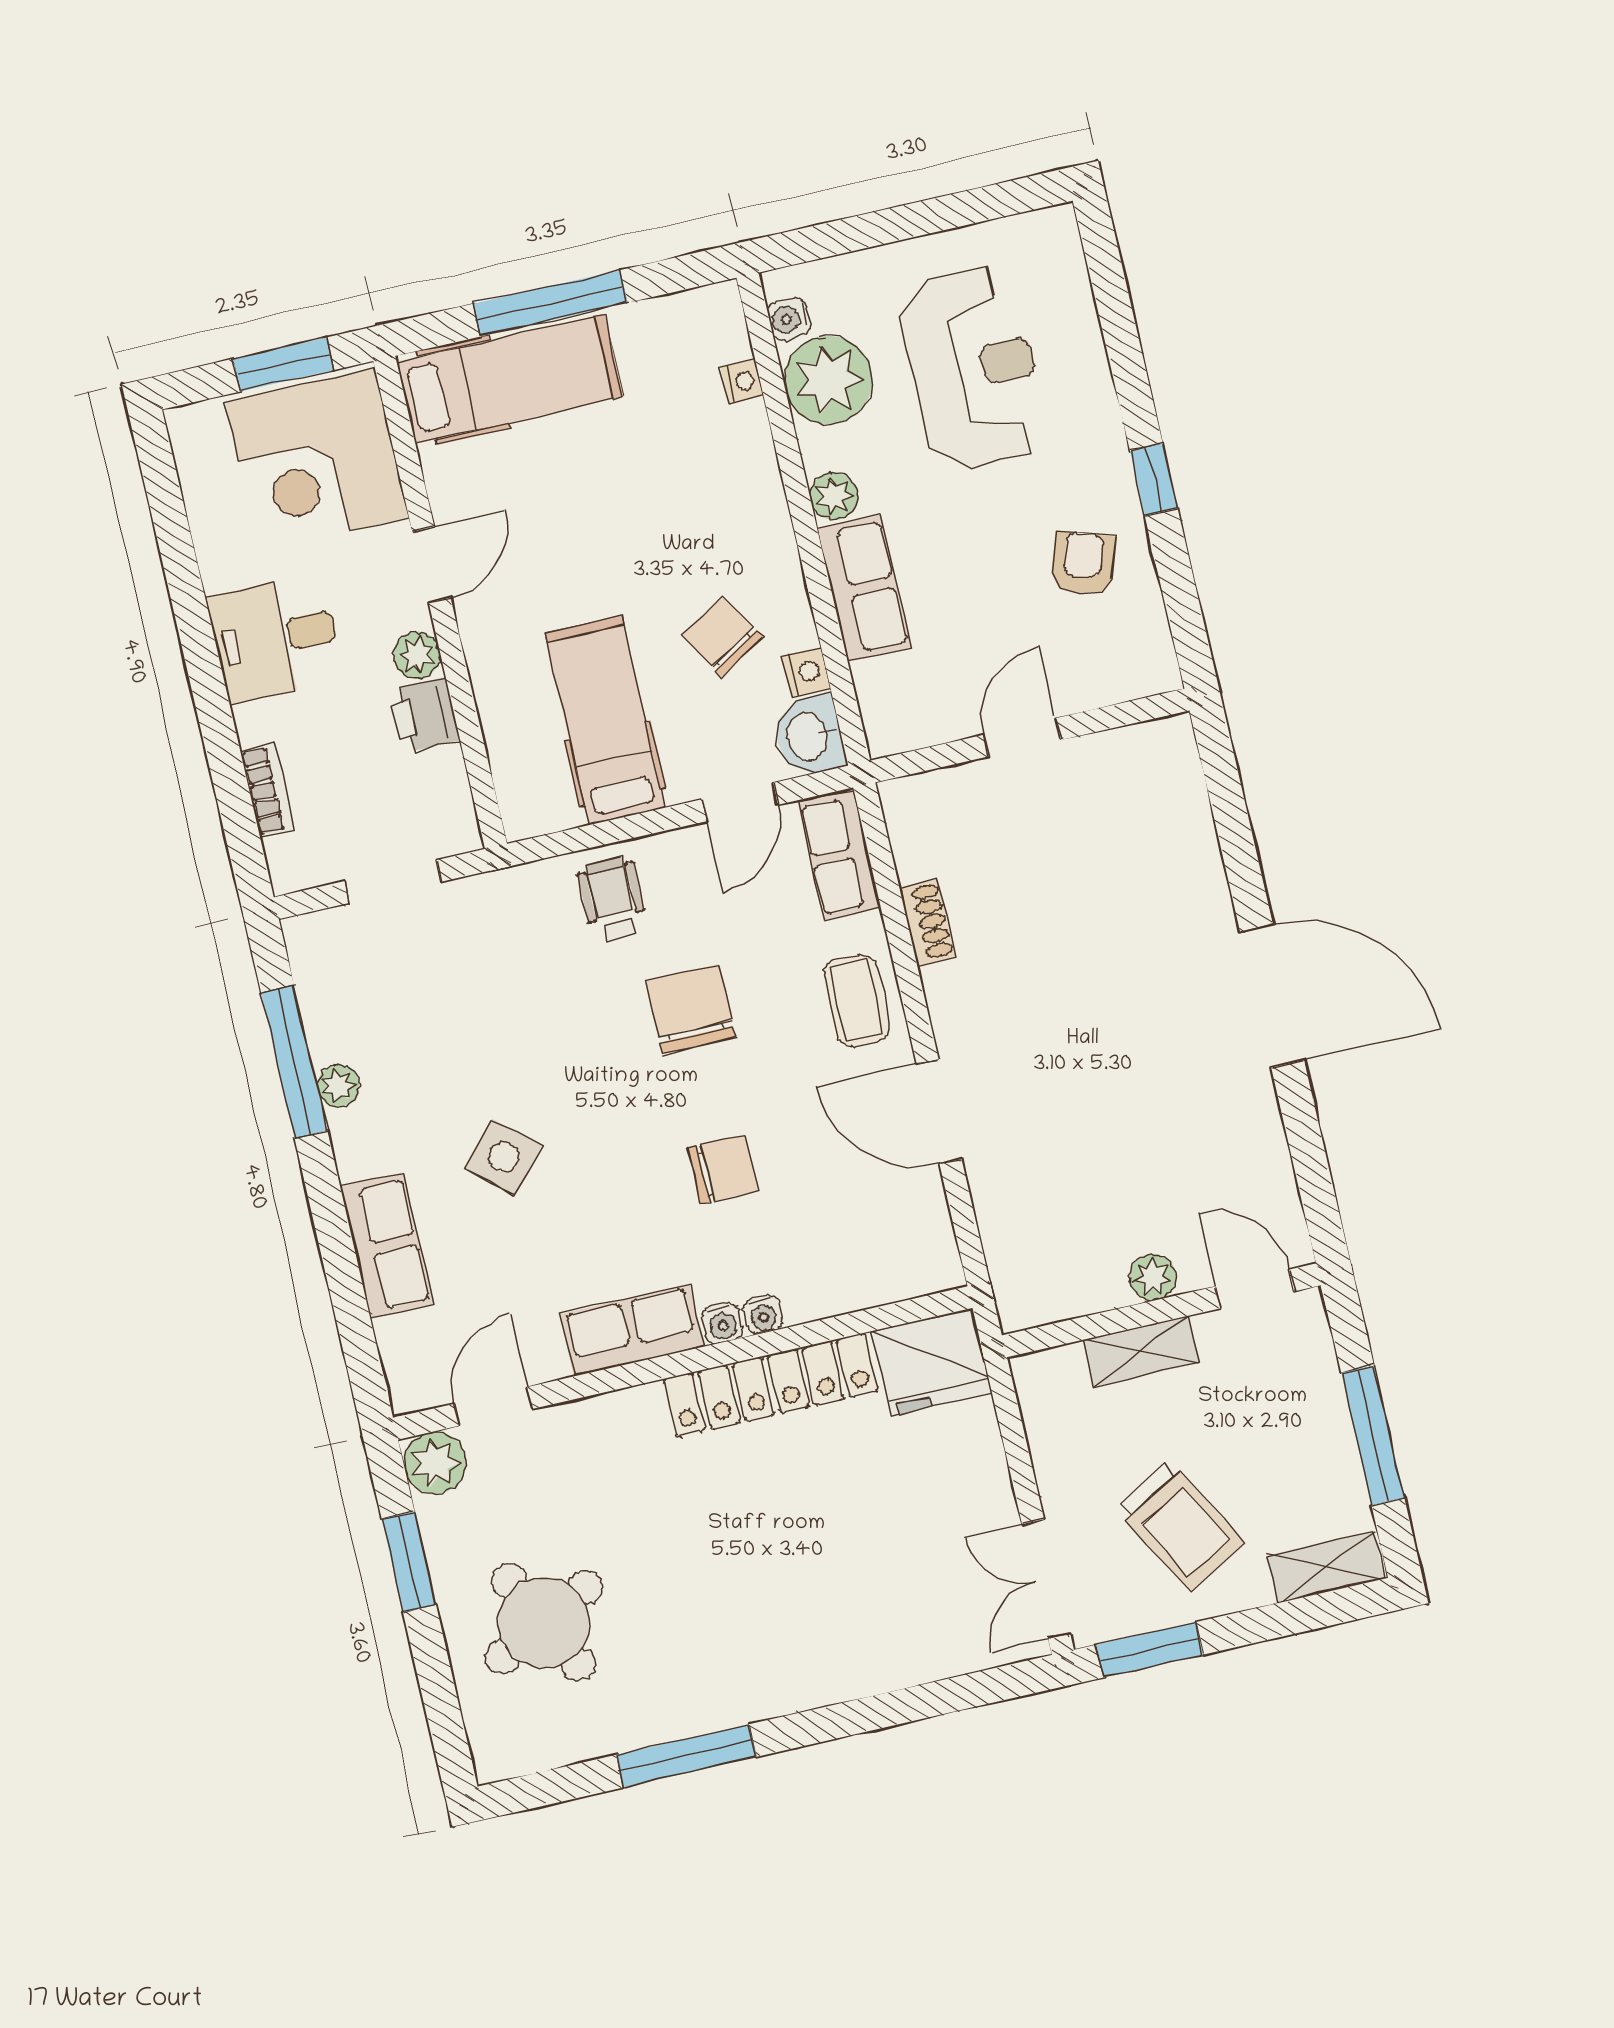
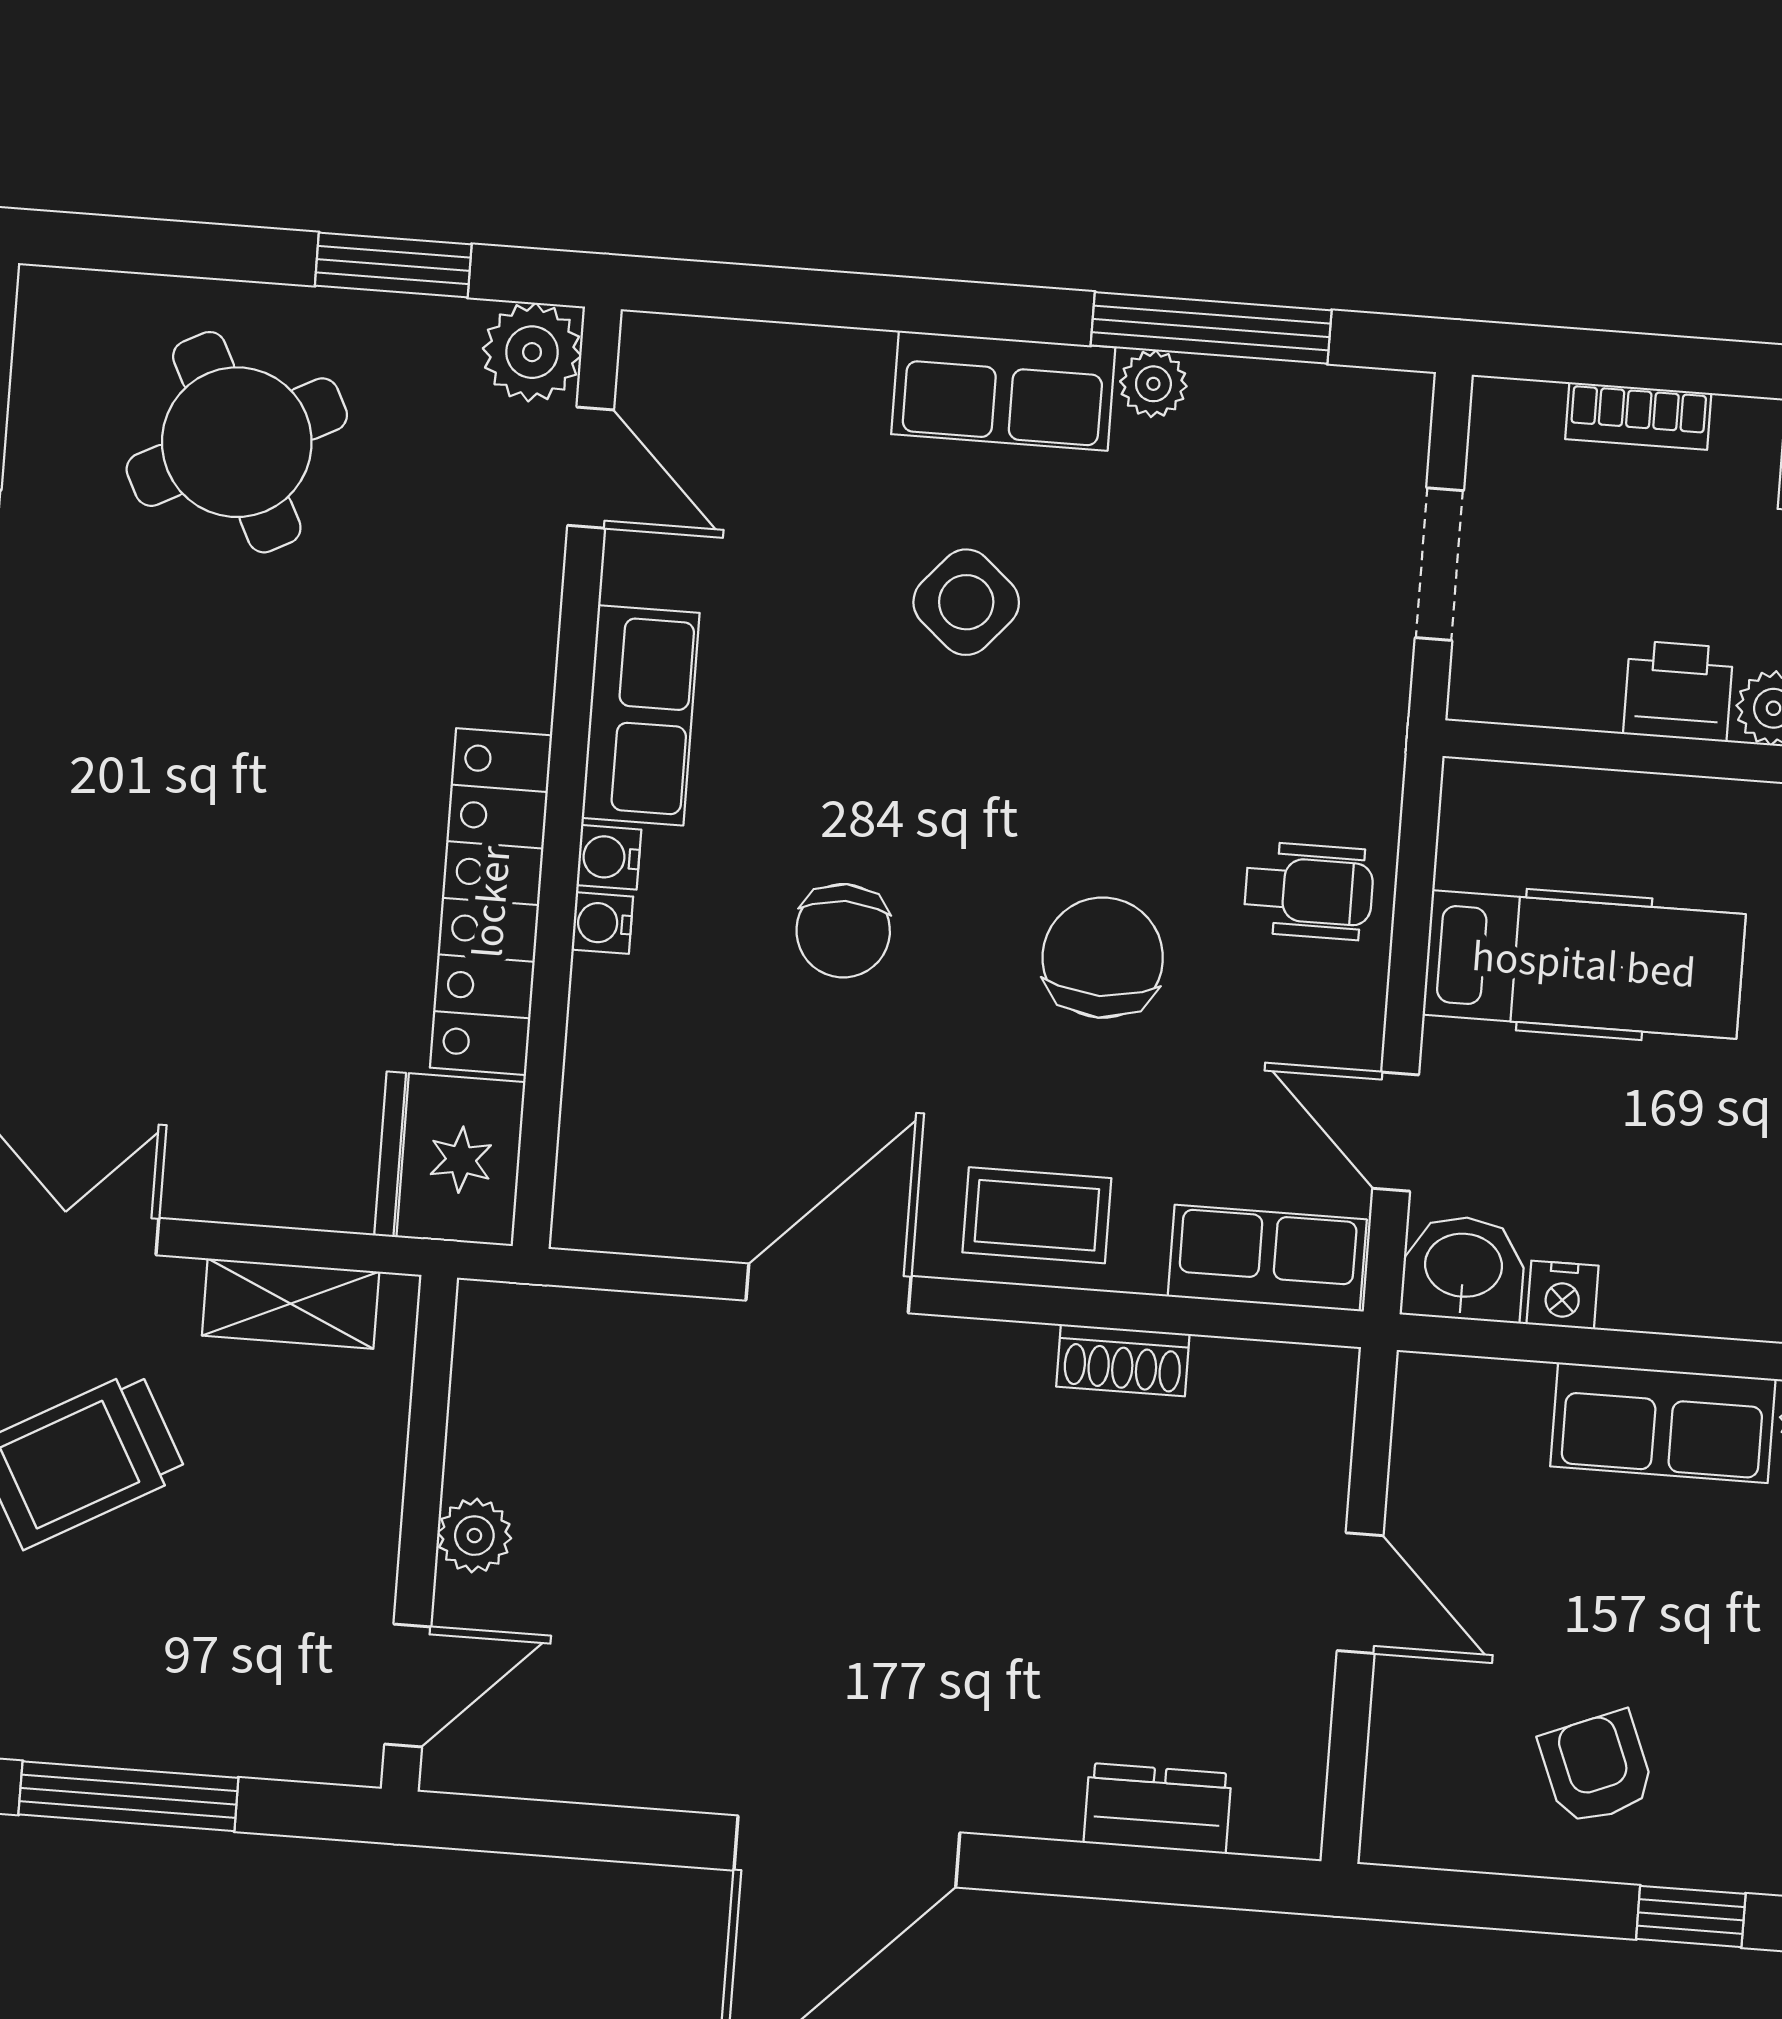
armchair: (1083, 563) -> (1597, 1768), turned -131
chair: (722, 636) -> (1657, 1183), removed
dresser: (1188, 818) -> (1158, 1808), added
chair: (691, 1009) -> (1103, 958), turned -90
row of seats: (387, 1246) -> (1003, 391), moved
shelving: (1141, 1351) -> (291, 1304), moved, turned 90

